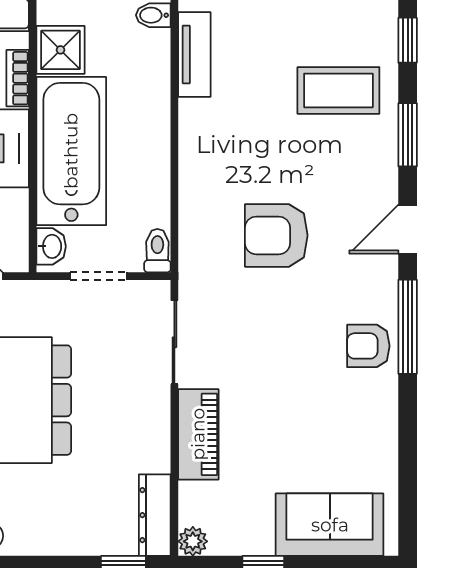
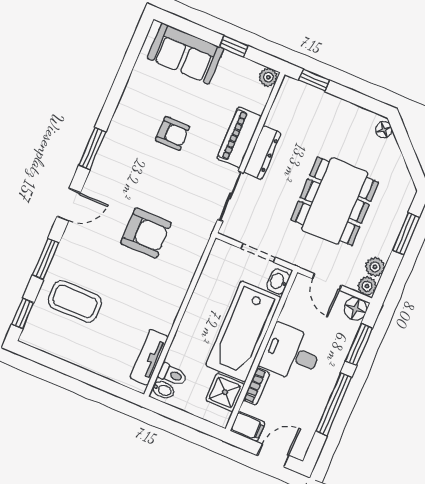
toilet: (157, 251) -> (172, 375), moved, turned -90
window: (408, 327) -> (92, 148), width x0.69
armchair: (368, 346) -> (173, 134), moved
dresser: (155, 515) -> (262, 152), moved

